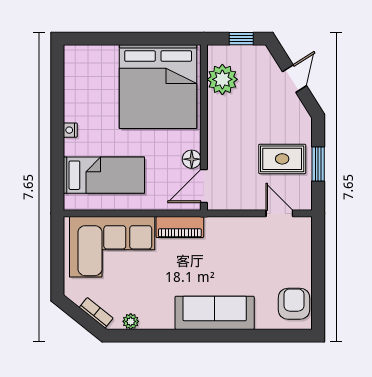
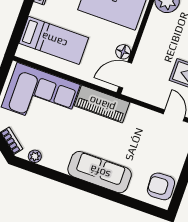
piano: (180, 227) -> (102, 104), width x1.37, depth x1.33
armchair: (294, 304) -> (161, 186), turned -93

